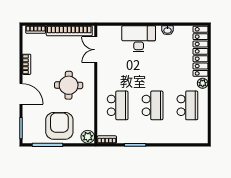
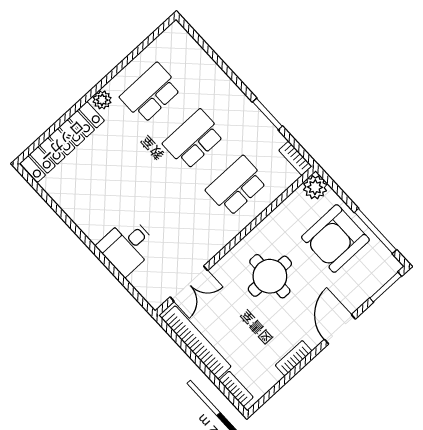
washbasin: (168, 30) -> (75, 212), removed
desk: (139, 39) -> (127, 246), width x0.73

